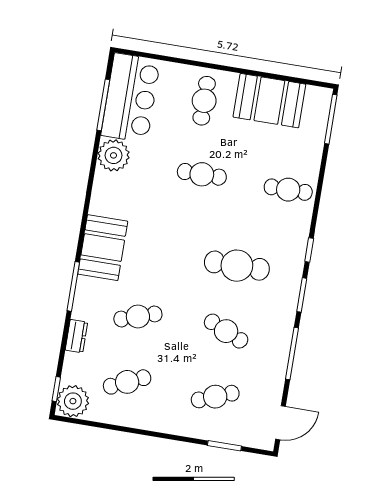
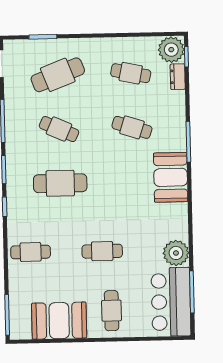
cafe table: (138, 316) -> (132, 127), turned 36
dresser: (76, 336) -> (178, 77), moved
cafe table: (127, 382) -> (131, 73), turned 36
cafe table: (215, 397) -> (58, 75), width x1.37, depth x1.35

